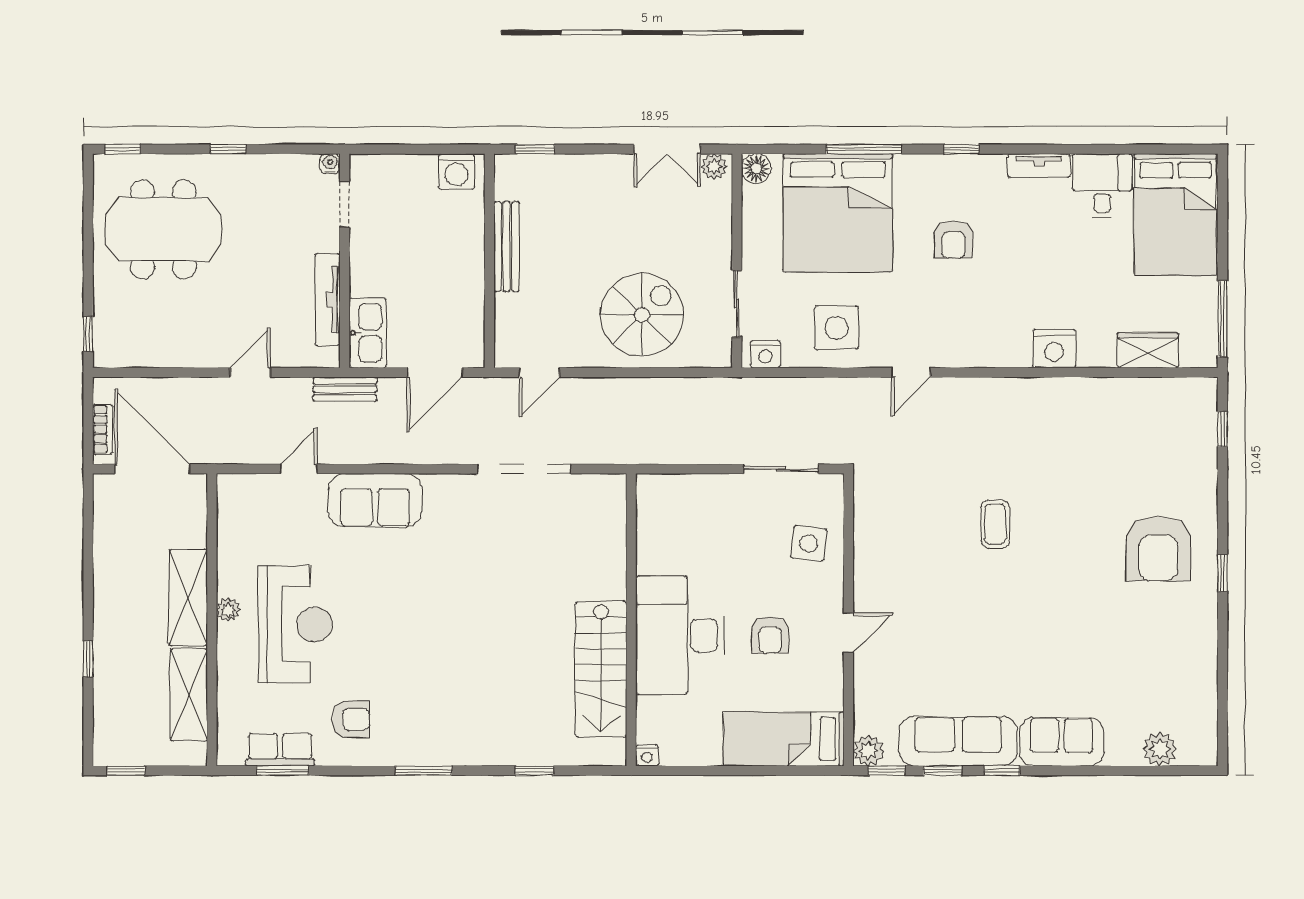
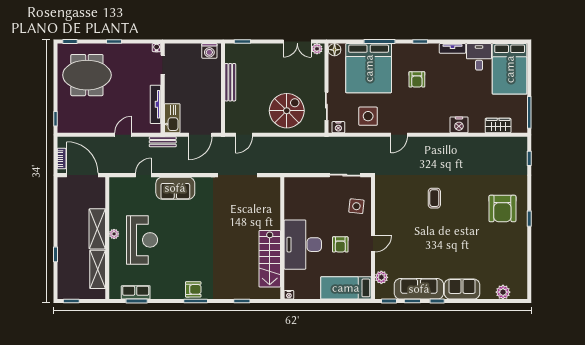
armchair: (351, 719) -> (193, 289), moved
plant: (868, 751) -> (381, 277), moved

